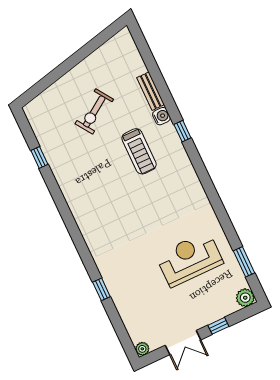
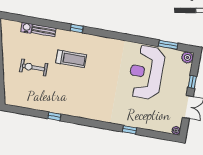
exercise bike: (94, 111) -> (34, 68), turned 124
water cooler: (161, 116) -> (27, 28), moved
window: (39, 157) -> (54, 116), moved
reception desk: (189, 259) -> (146, 72), width x1.36, depth x1.30

